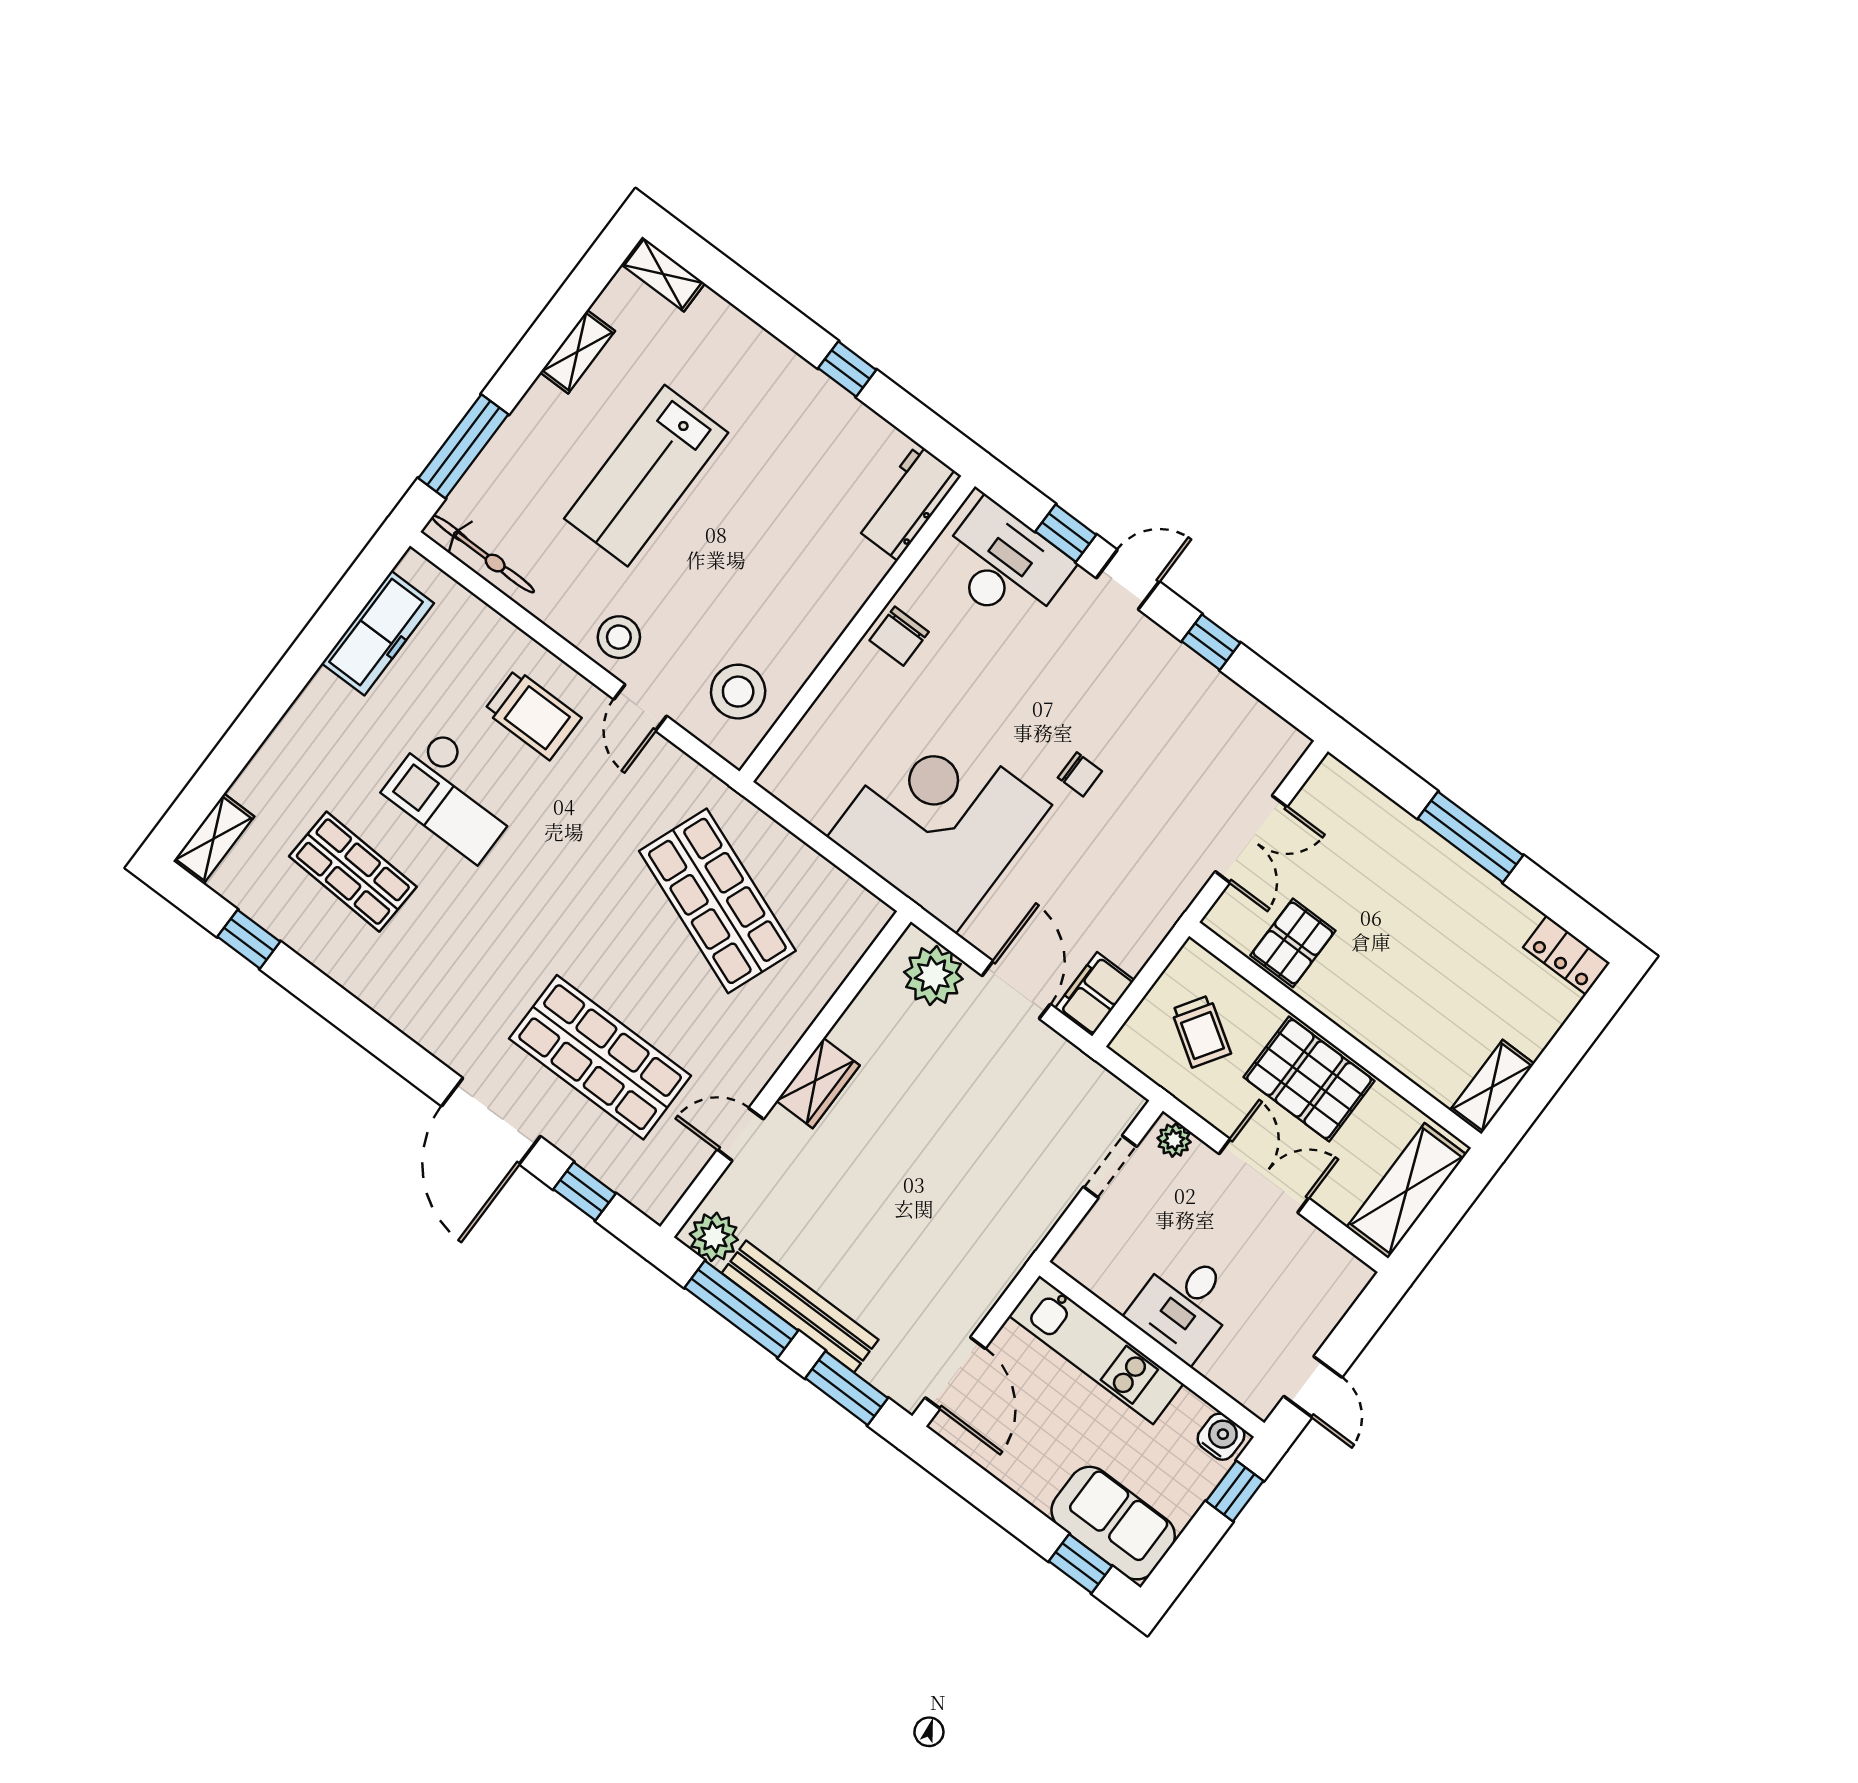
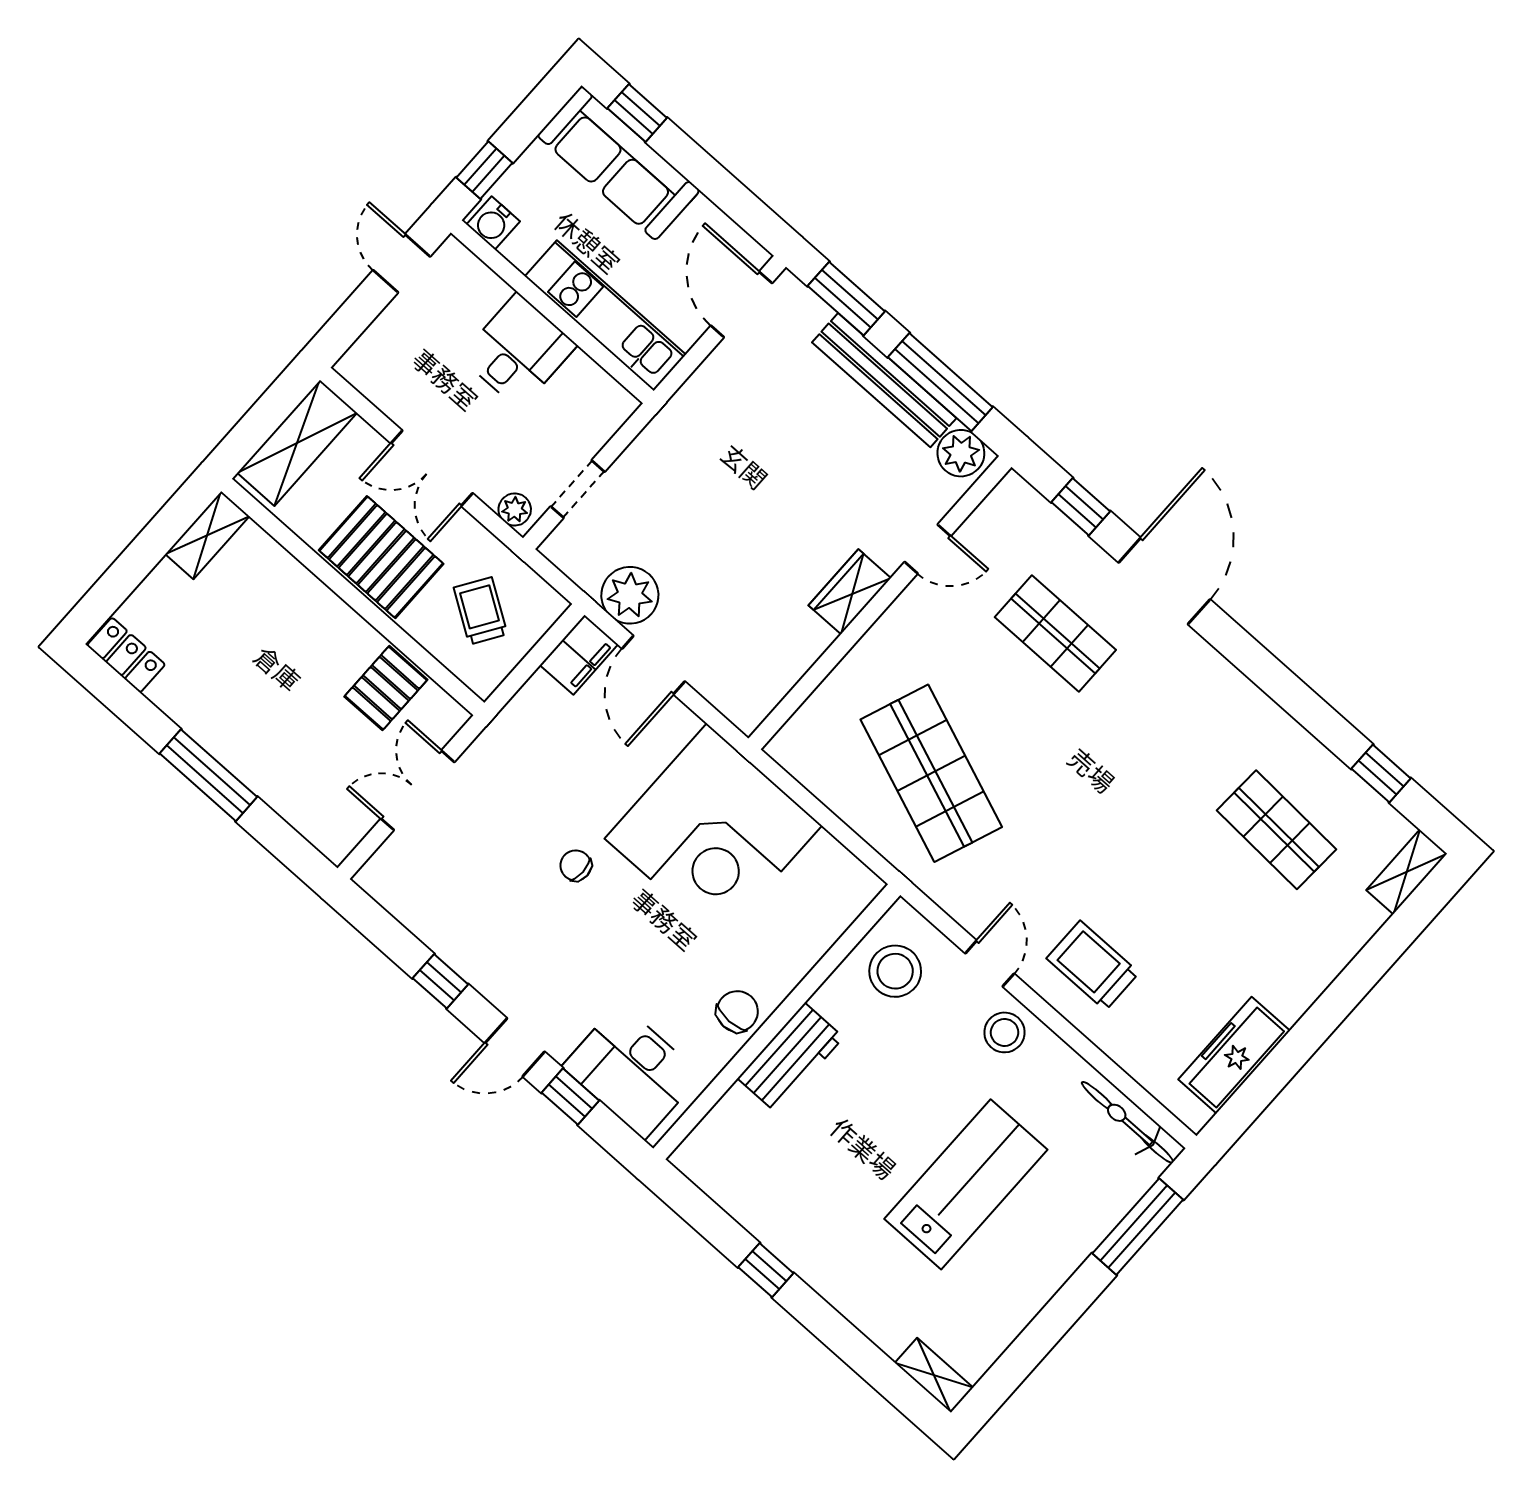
shelving: (577, 352) -> (1022, 1308), removed
workbench: (908, 502) -> (790, 1058), moved
checkout: (455, 795) -> (1174, 895), removed
plant: (933, 975) -> (630, 595), moved
shop shelf: (600, 1057) -> (1055, 633), width x0.70, depth x0.74
sofa: (1113, 1523) -> (618, 163), width x1.36

